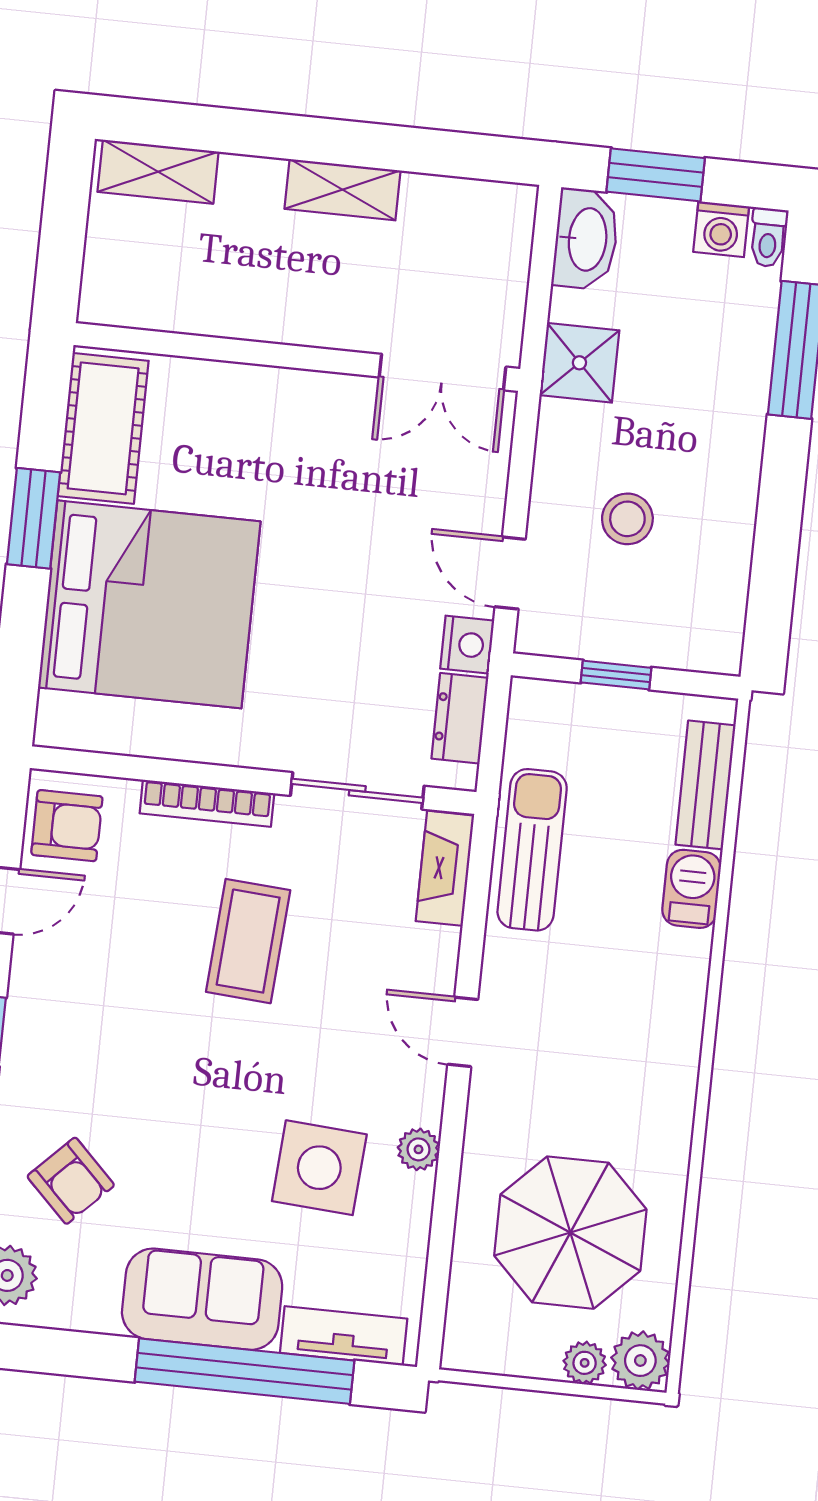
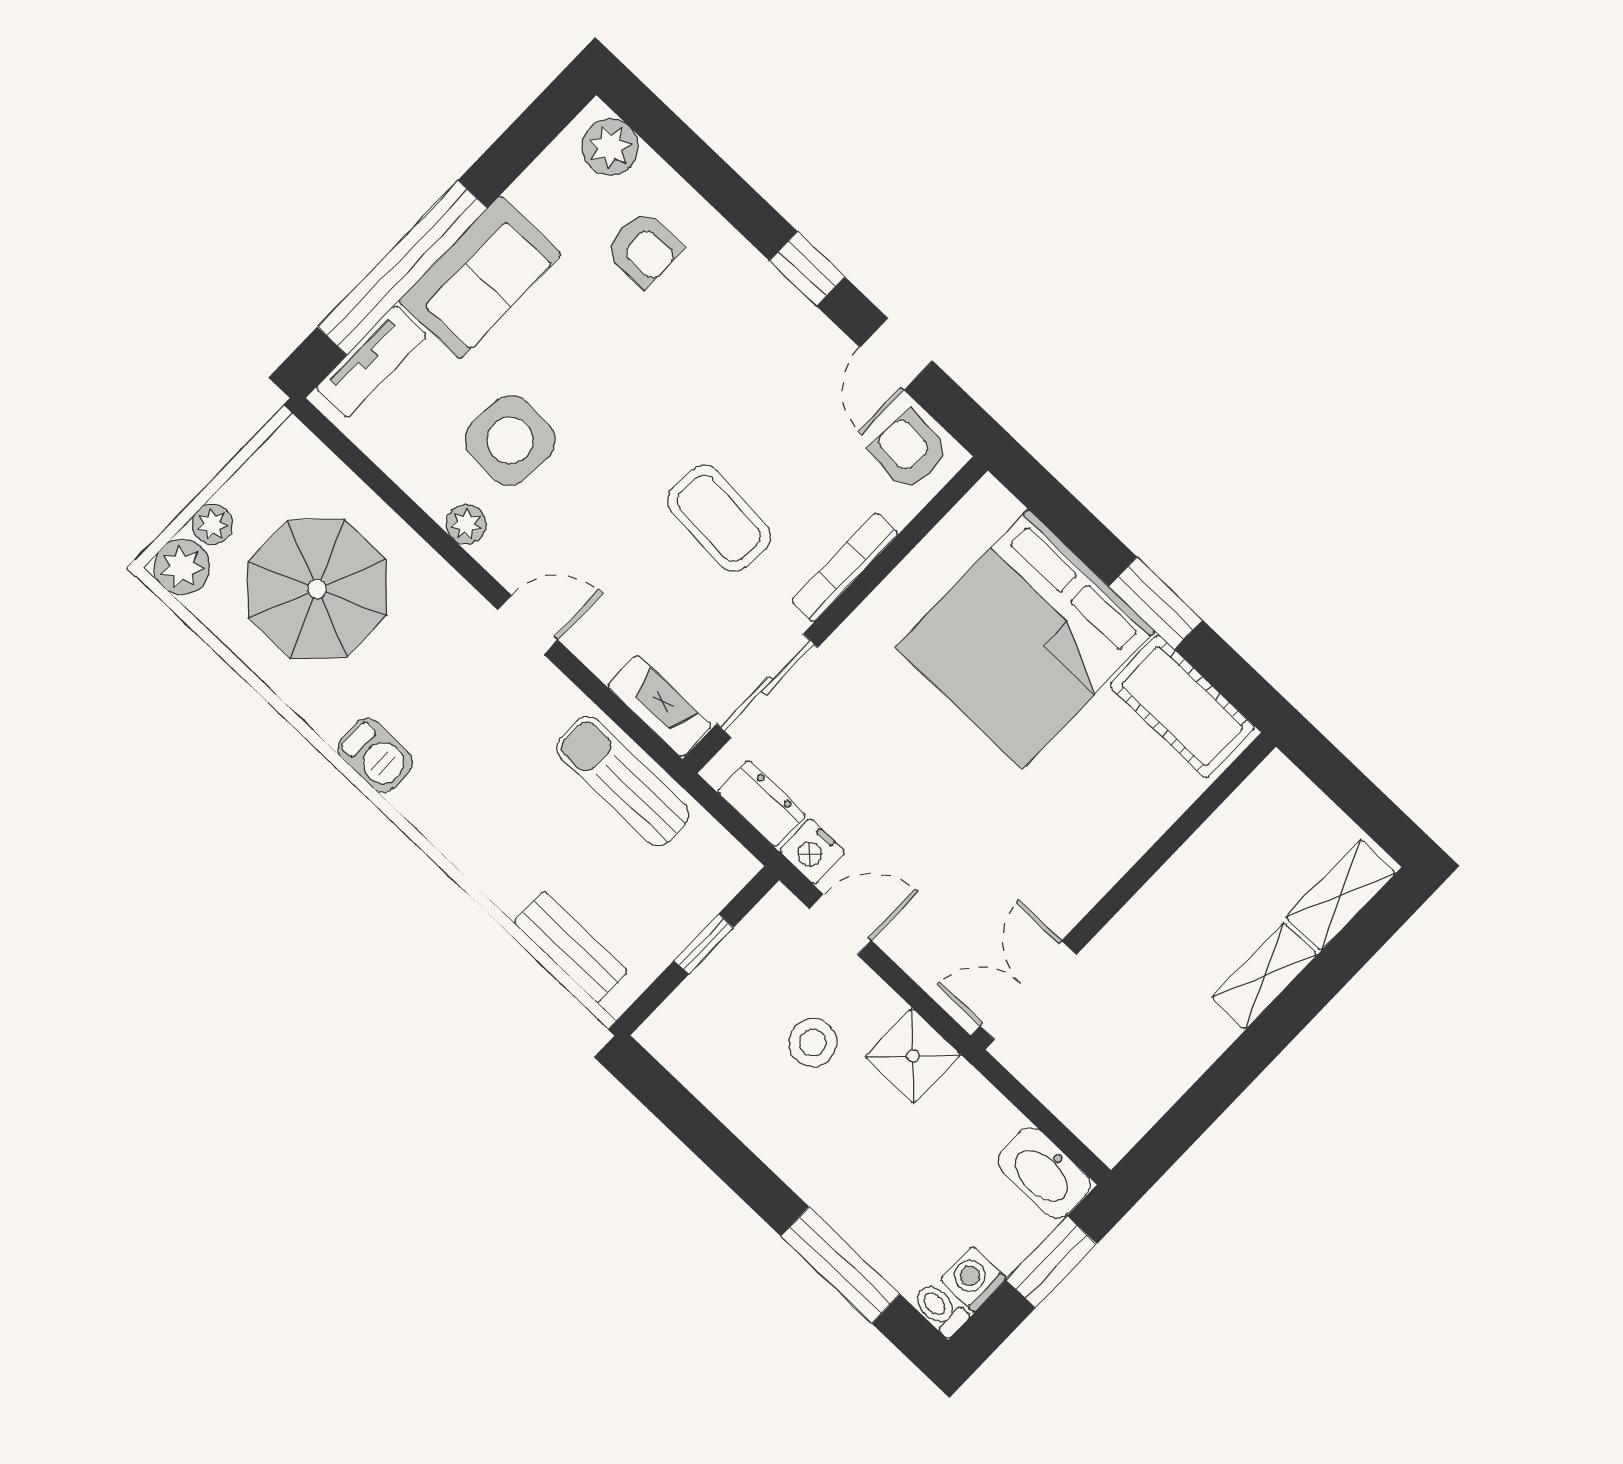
shelving: (343, 190) -> (1264, 976), moved
shower: (579, 363) -> (913, 1056), moved
armchair: (67, 826) -> (909, 451), turned 94
sun lounger: (532, 850) -> (623, 781), turned 180
barbecue: (692, 889) -> (375, 755), moved
armchair: (71, 1181) -> (644, 249), turned -135

